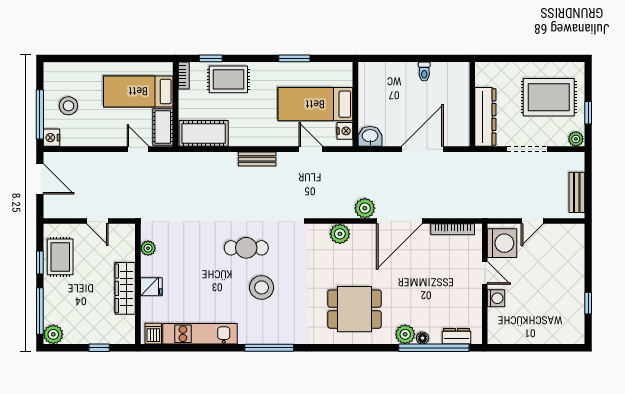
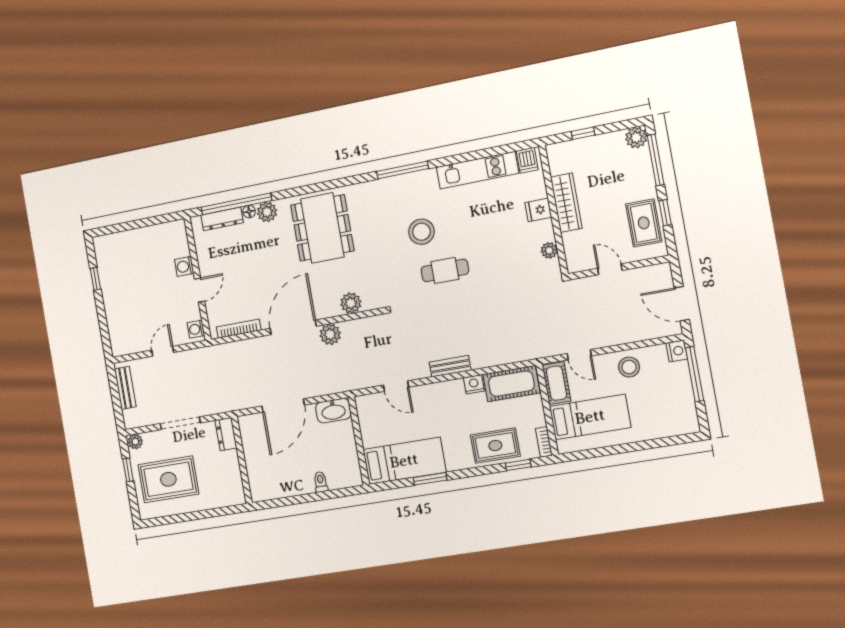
toilet: (424, 72) -> (321, 482), moved
bed: (315, 104) -> (404, 461), moved
stool: (68, 106) -> (629, 367), moved
dresser: (485, 117) -> (226, 434), width x0.51, depth x0.80
nightstand: (345, 131) -> (474, 384), moved, turned 90
washbasin: (370, 136) -> (333, 411), width x1.38
washing machine: (502, 243) -> (196, 329), width x0.53, depth x0.53
door: (485, 273) -> (200, 290), swing flipped
dining table: (354, 309) -> (322, 228), width x1.38
dresser: (456, 336) -> (222, 219), width x1.44

